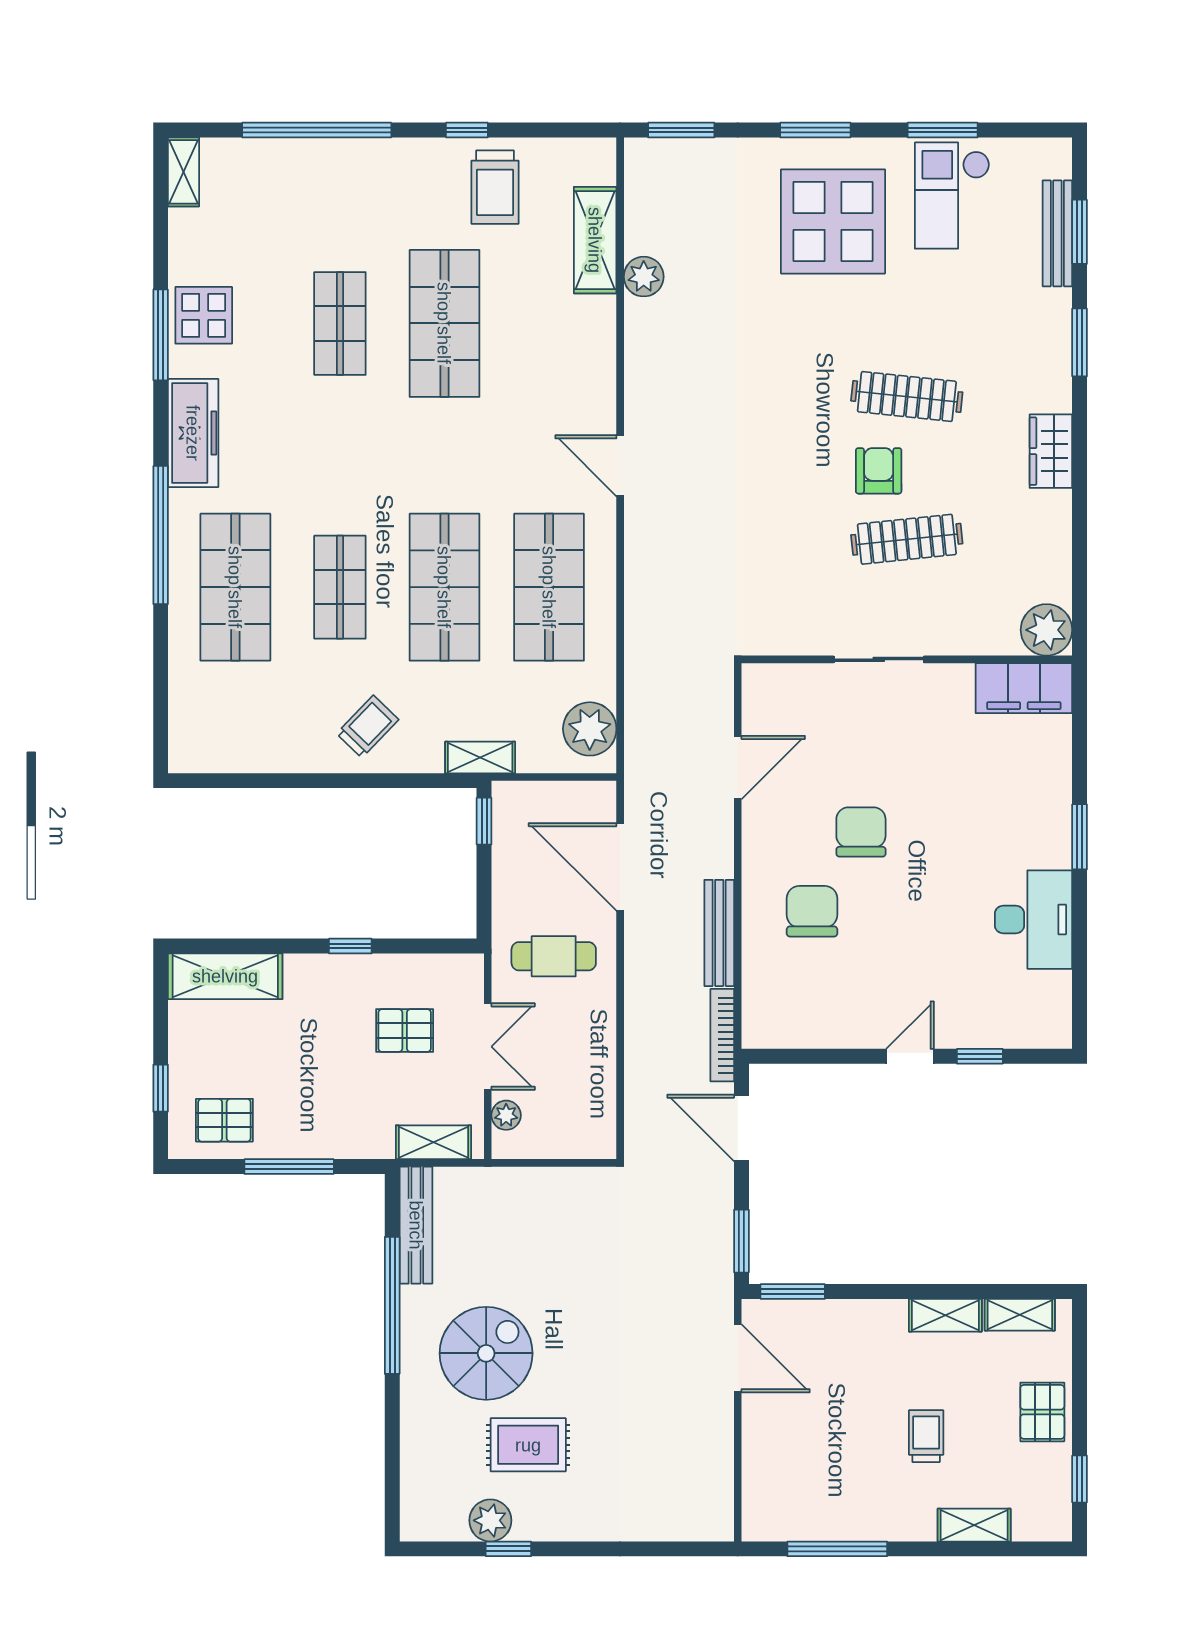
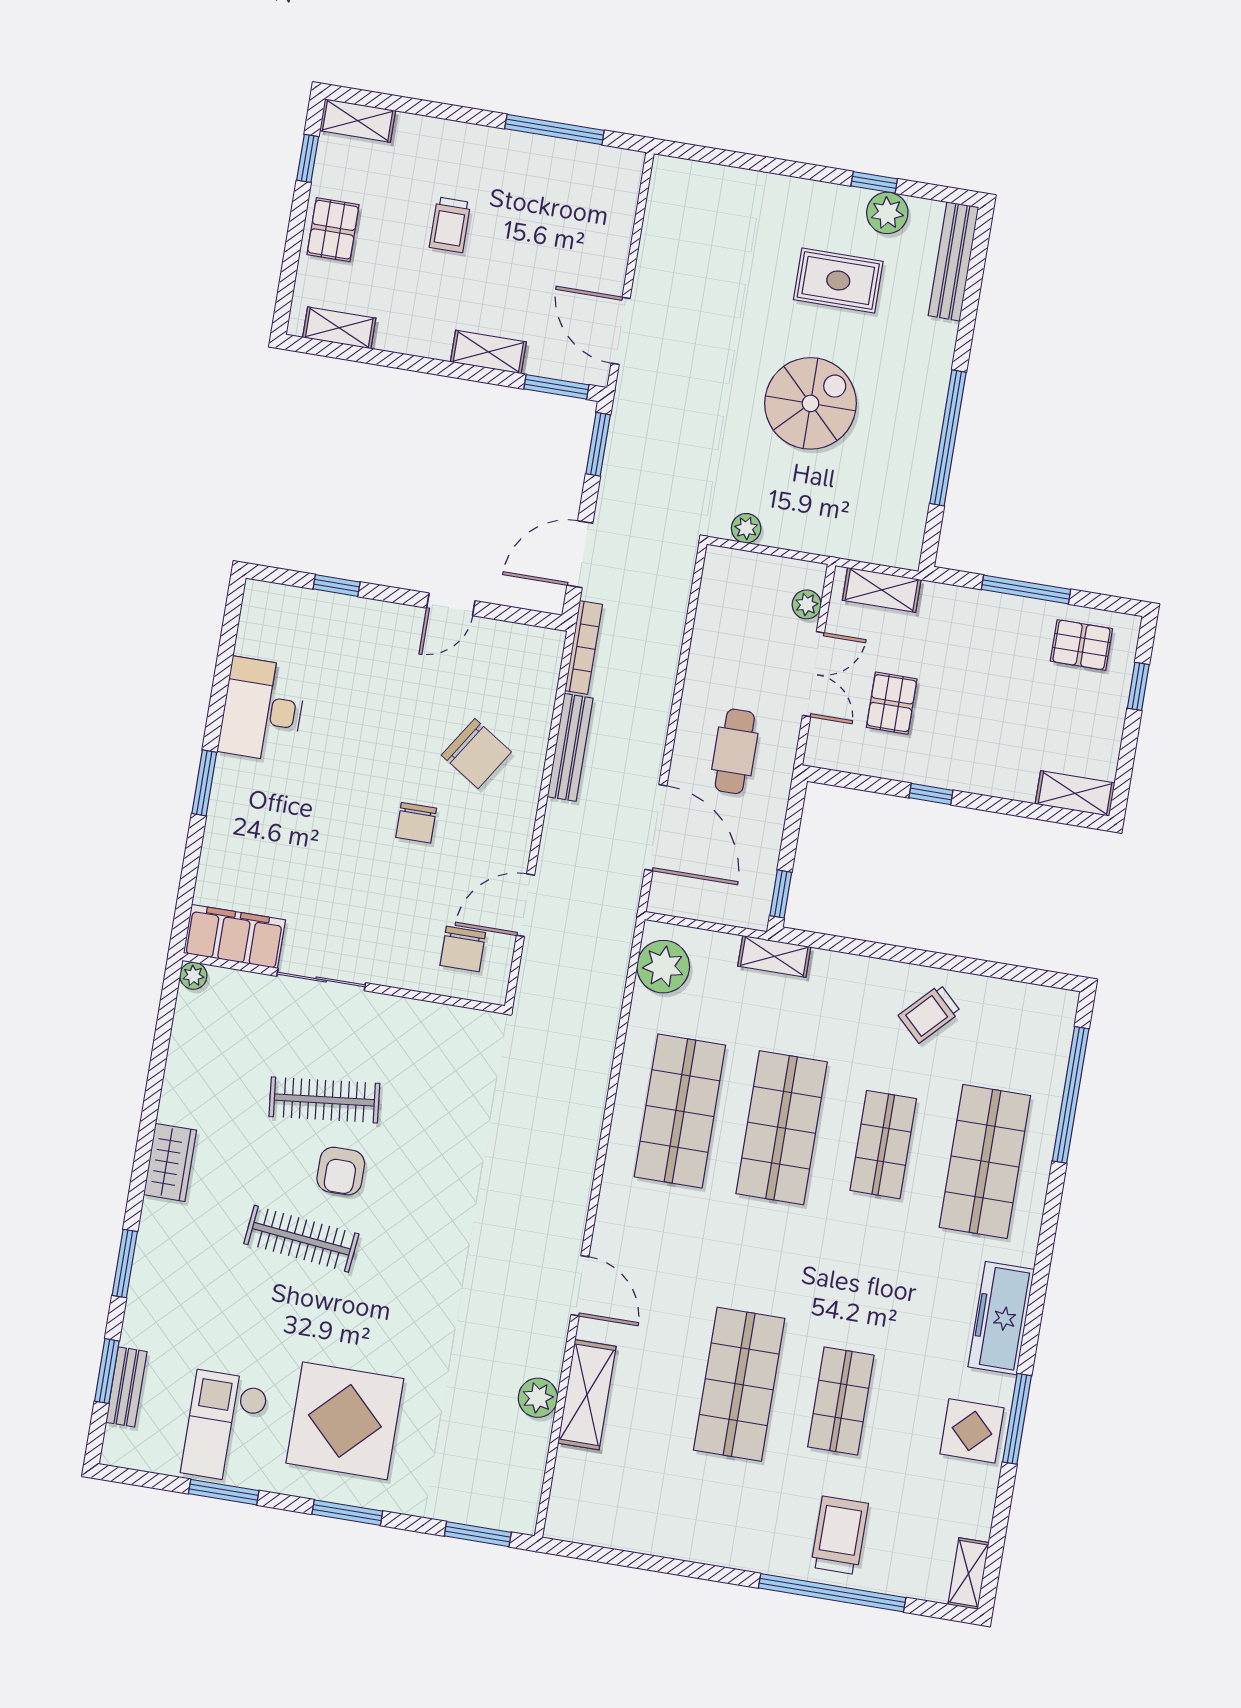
window: (467, 130) -> (686, 1569), removed
trolley: (495, 187) -> (840, 1535), moved
checkout: (952, 196) -> (225, 1427), turned 180
bench: (1057, 233) -> (126, 1387), width x0.73
shelving: (595, 240) -> (587, 1395), moved
door: (620, 466) -> (580, 1286), moved
window: (161, 535) -> (1071, 1095), moved
plant: (1046, 630) -> (193, 976), width x0.53, depth x0.53
sliding door: (879, 659) -> (321, 979), moved
chair: (793, 713) -> (463, 949), added
trolley: (368, 727) -> (930, 1014), moved
chair: (861, 832) -> (416, 823), width x0.73, depth x0.73
chair: (812, 911) -> (476, 754), turned -57
cafe table: (554, 956) -> (735, 751), turned 90
shelving: (225, 976) -> (1075, 793), width x0.67, depth x0.75
pallet: (405, 1031) -> (892, 703), turned 90
double door: (488, 1047) -> (813, 674), swing flipped
door: (910, 1056) -> (451, 604), moved
door: (741, 1128) -> (580, 554), swing flipped
plant: (579, 1182) -> (746, 528), added
bench: (416, 1225) -> (954, 261), moved
shelving: (945, 1315) -> (488, 352), moved
spiral stairs: (486, 1353) -> (810, 403), moved, turned 180
shelving: (974, 1525) -> (358, 121), moved

